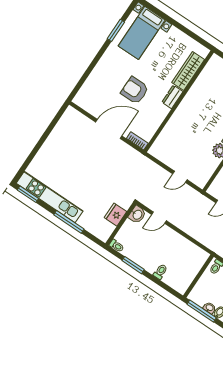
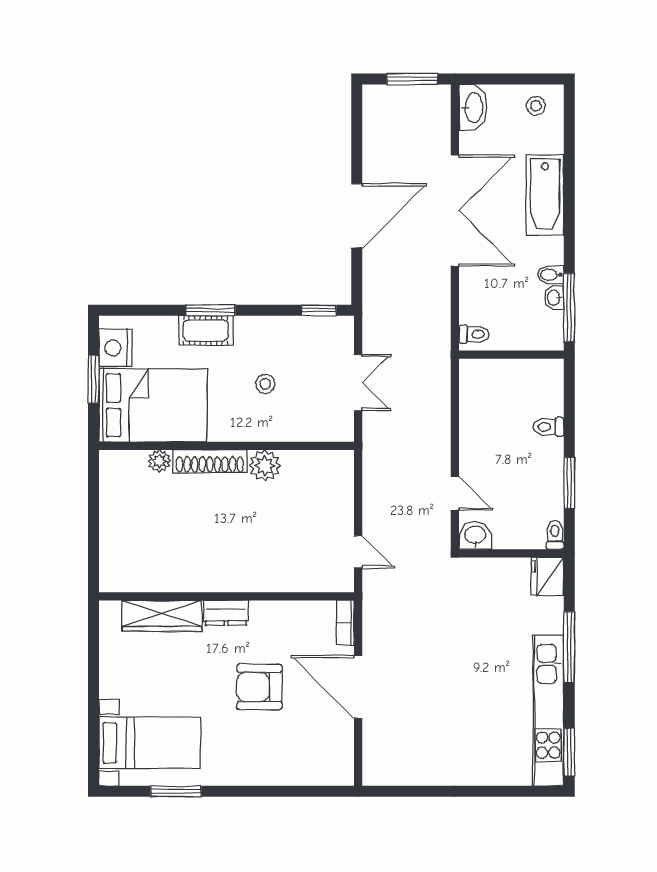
armchair: (135, 90) -> (259, 687), turned 90
door: (180, 177) -> (358, 552), moved
fridge: (115, 215) -> (547, 576), moved, turned 90

